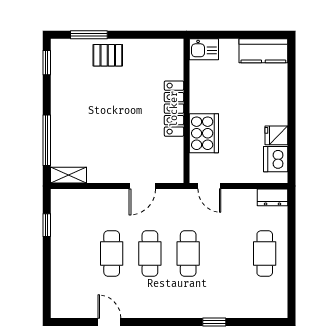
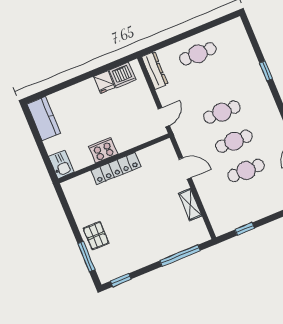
cooker: (204, 133) -> (103, 150), moved, width x0.73, depth x0.76
shelving: (68, 175) -> (190, 204), moved
dresser: (273, 197) -> (155, 70), width x1.44

